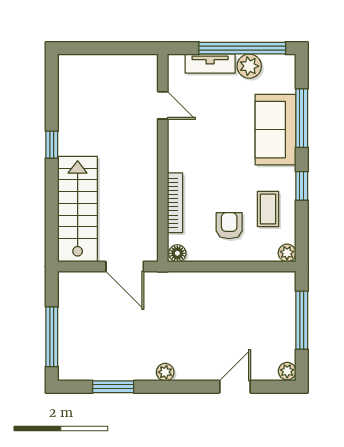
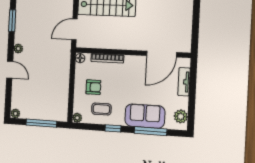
window: (242, 48) -> (192, 100), removed
plant: (249, 66) -> (181, 116), moved
door: (163, 105) -> (162, 54), width x1.87
door: (235, 387) -> (10, 70), moved

